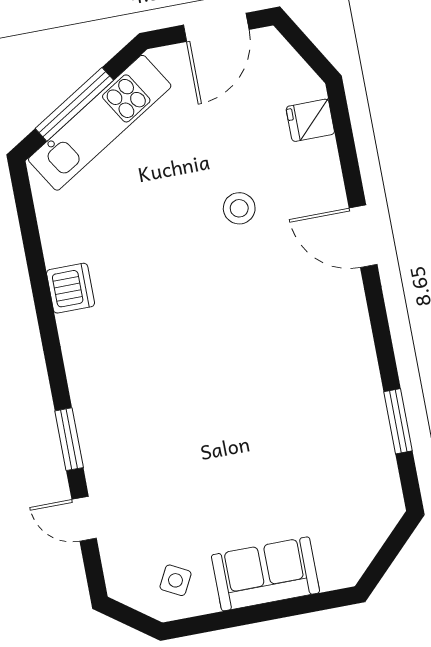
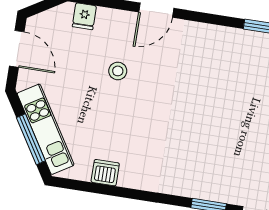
dishwasher: (71, 288) -> (105, 173), moved

